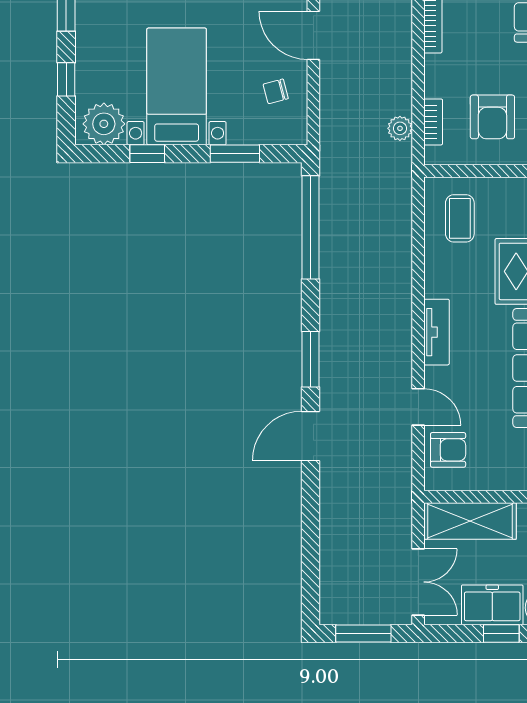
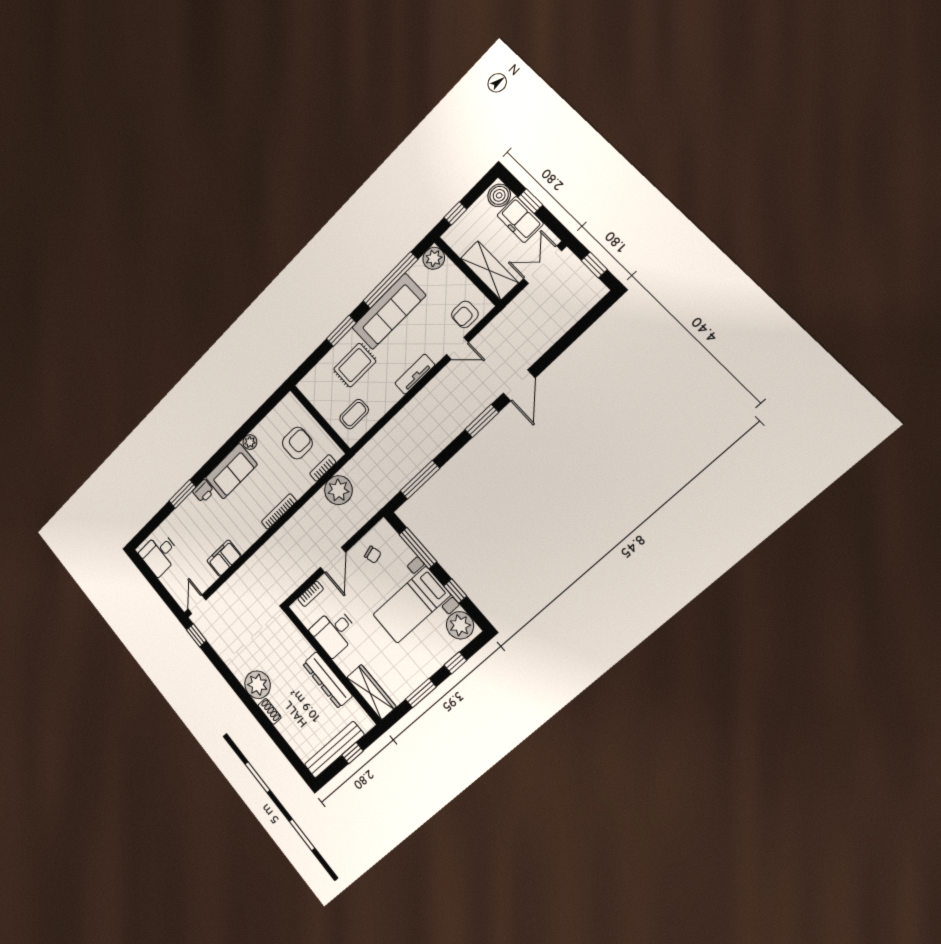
plant: (400, 128) -> (338, 490), width x1.87, depth x1.87
window: (235, 154) -> (418, 548), width x1.44
window: (311, 227) -> (420, 480), width x0.68
door: (418, 407) -> (458, 348), swing flipped
door: (311, 436) -> (519, 385), hinge flipped
armchair: (448, 450) -> (465, 314), turned -90
window: (363, 633) -> (594, 265), width x0.67

